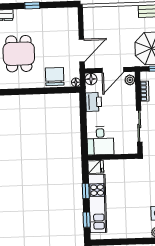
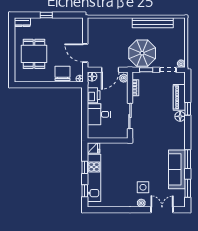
door: (82, 51) -> (85, 53), swing flipped
desk: (100, 141) -> (99, 114), moved, turned 90

